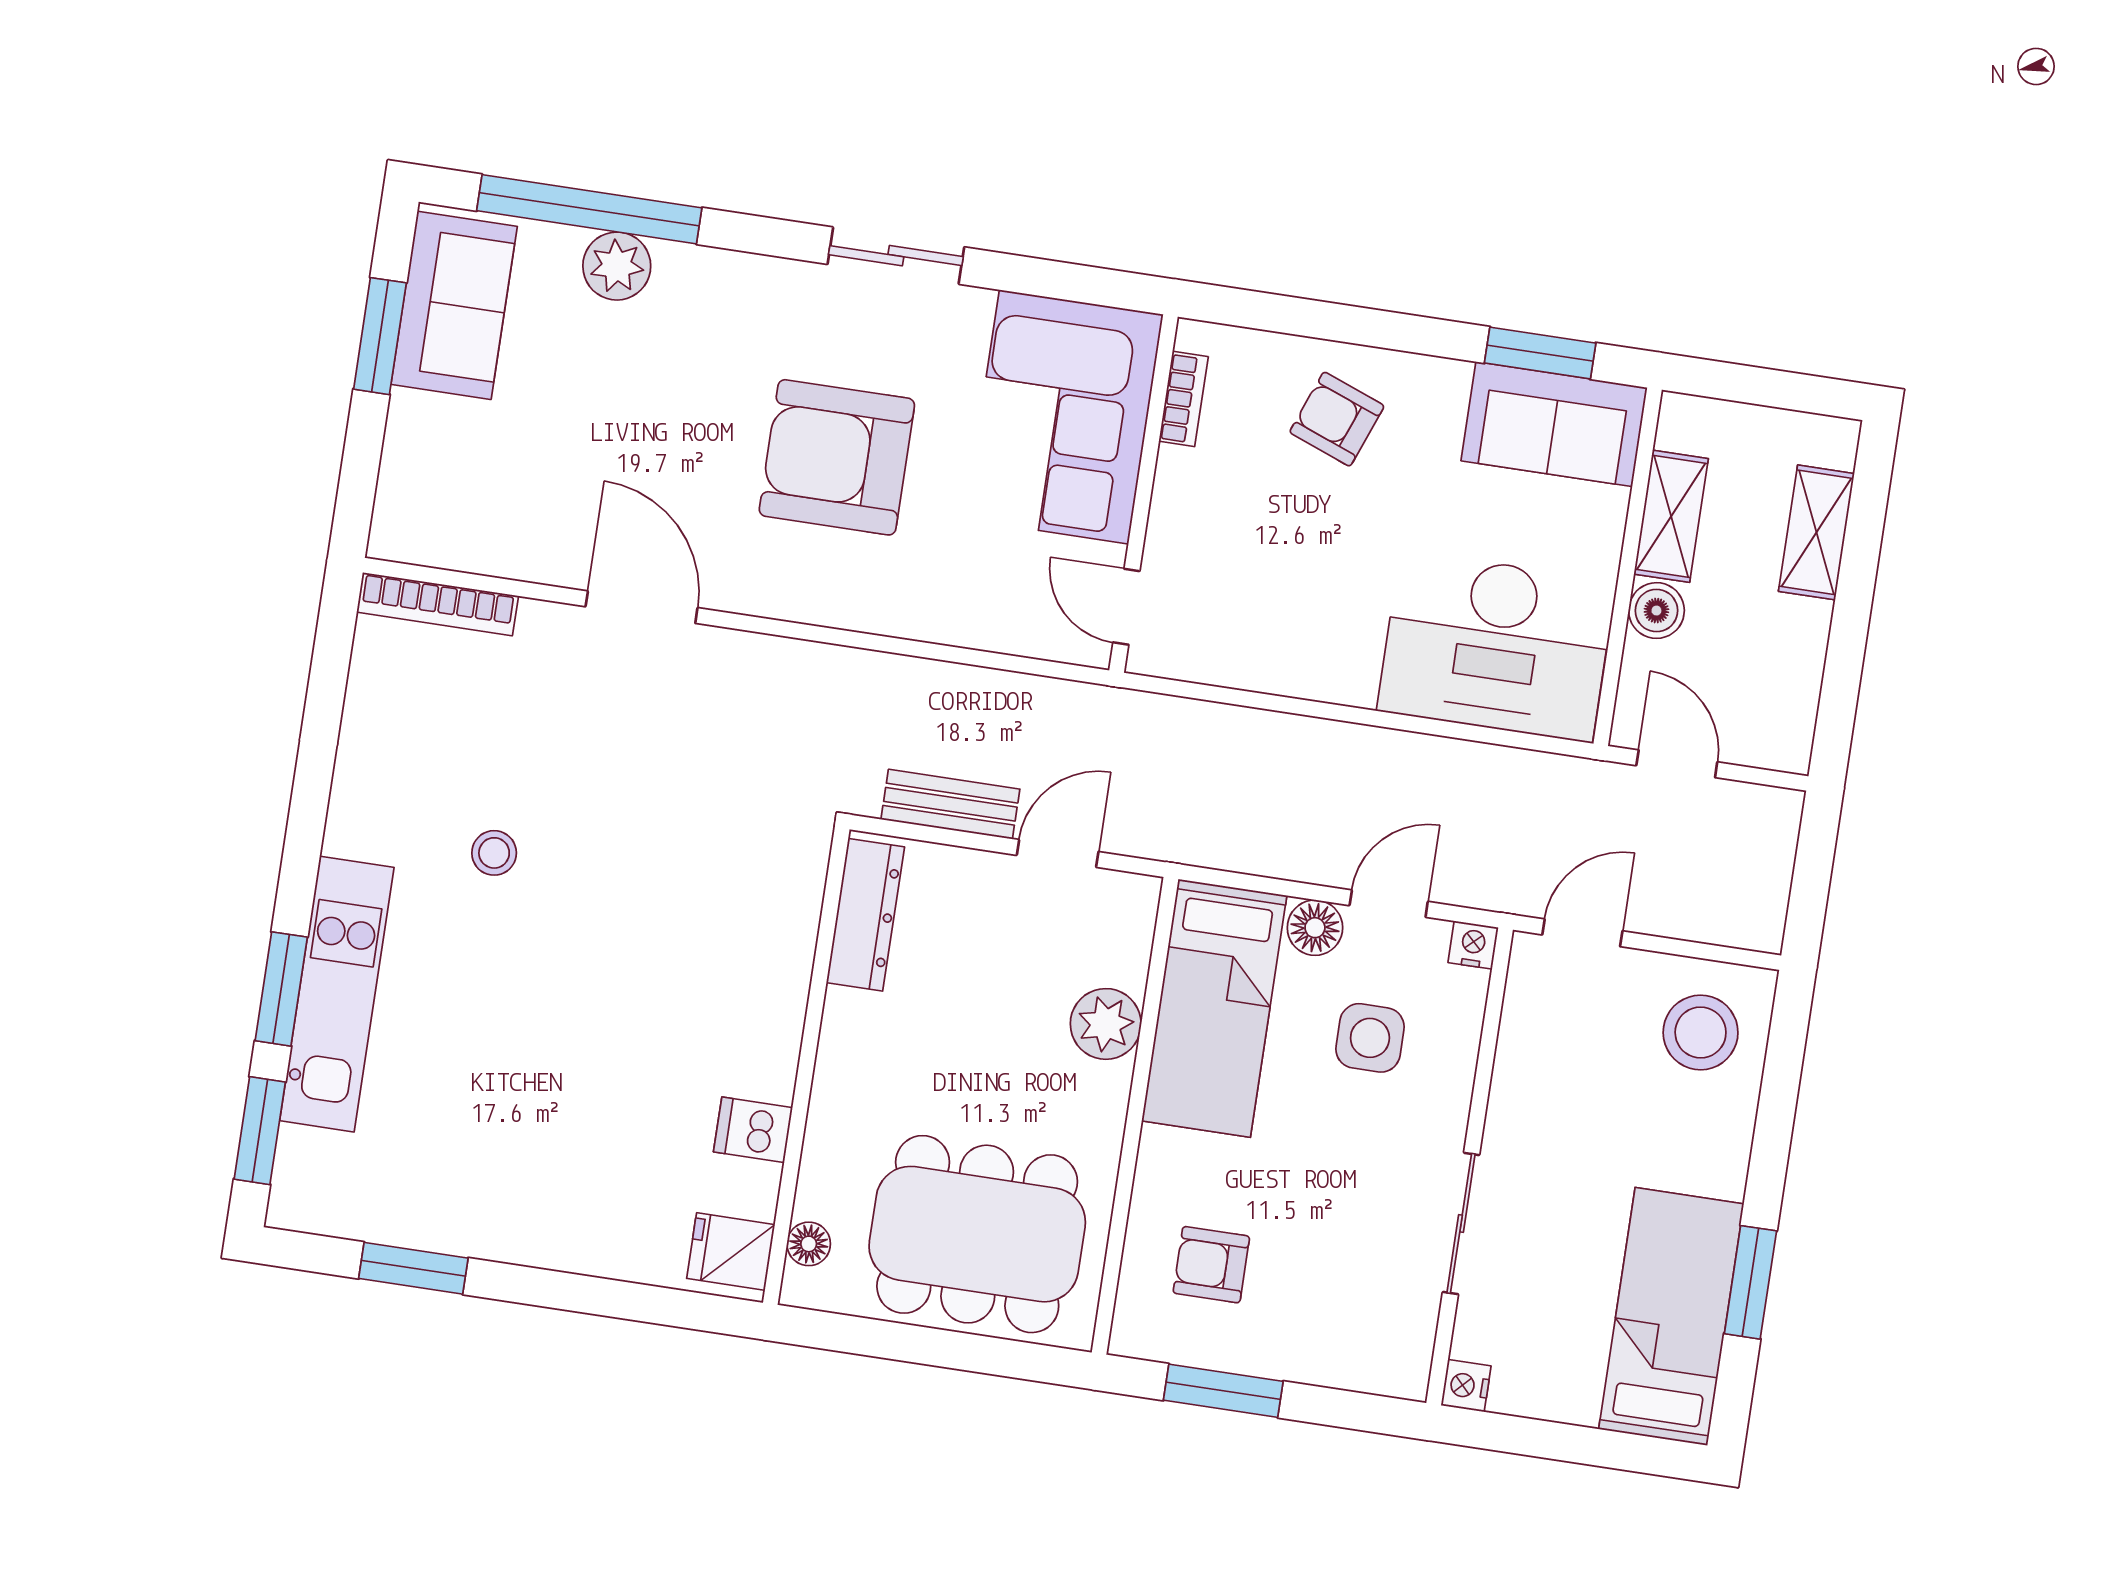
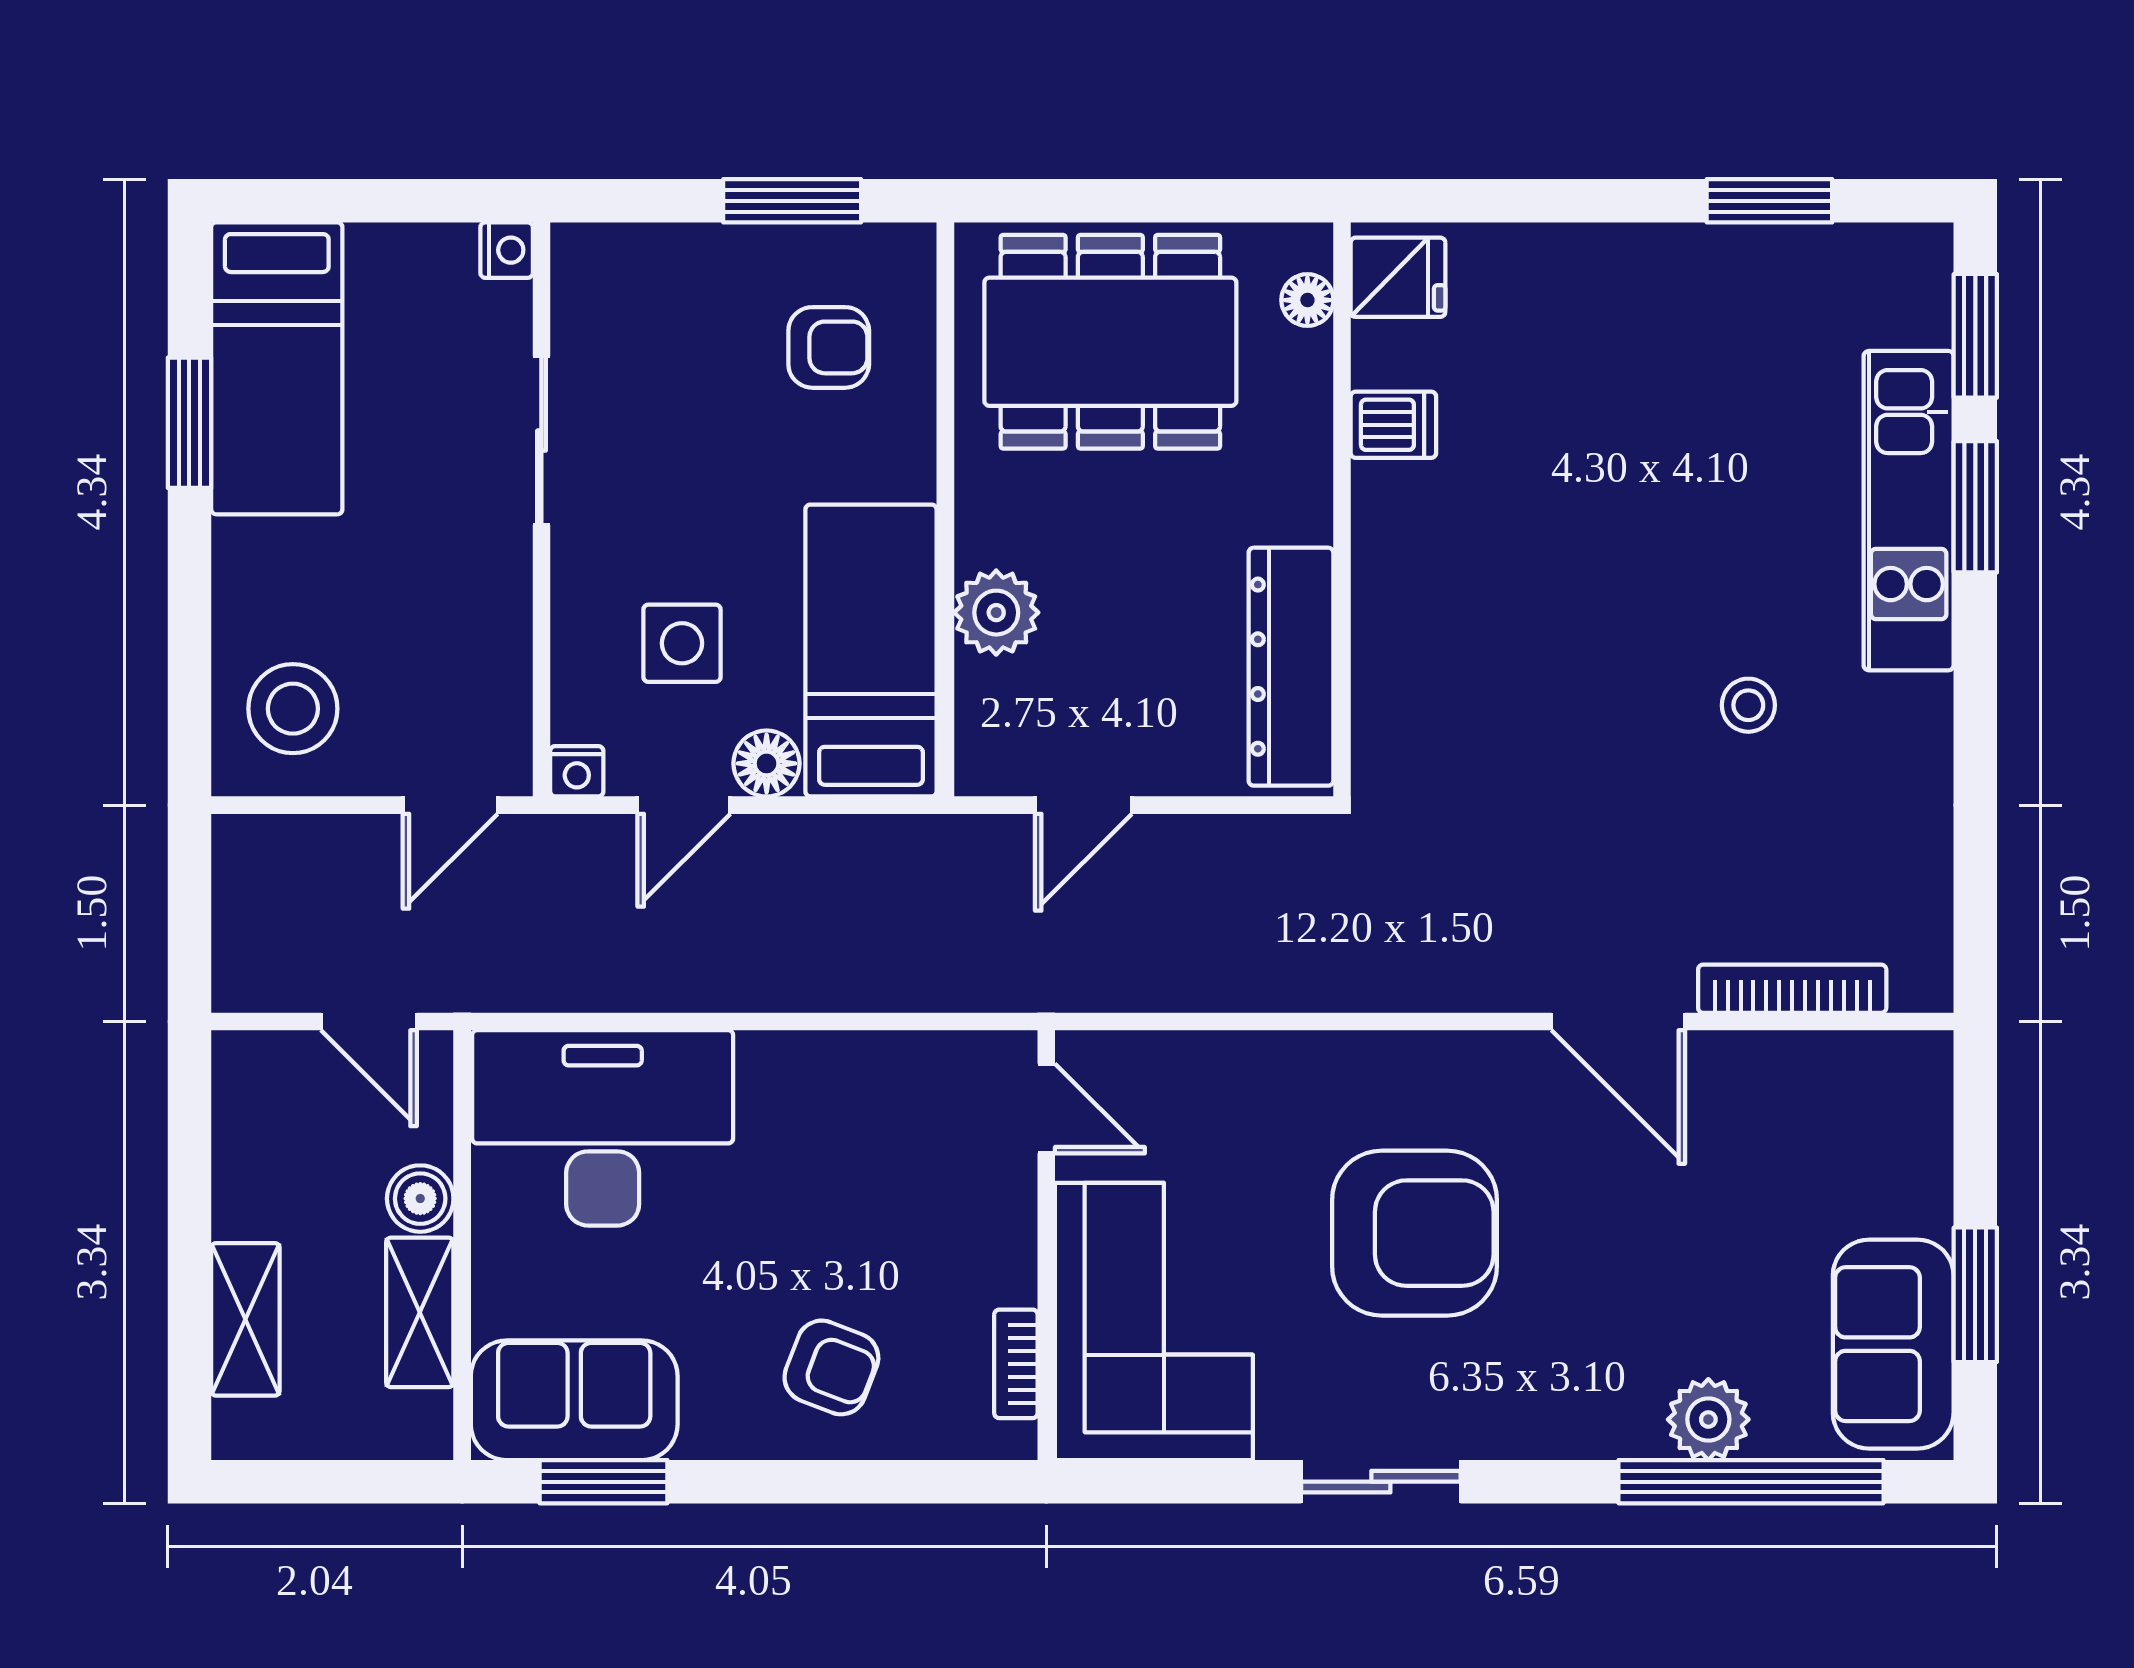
bookcase: (438, 604) -> (1792, 989), moved
bench: (950, 804) -> (1219, 844), removed
dresser: (865, 915) -> (1291, 667), width x1.37, depth x1.24

